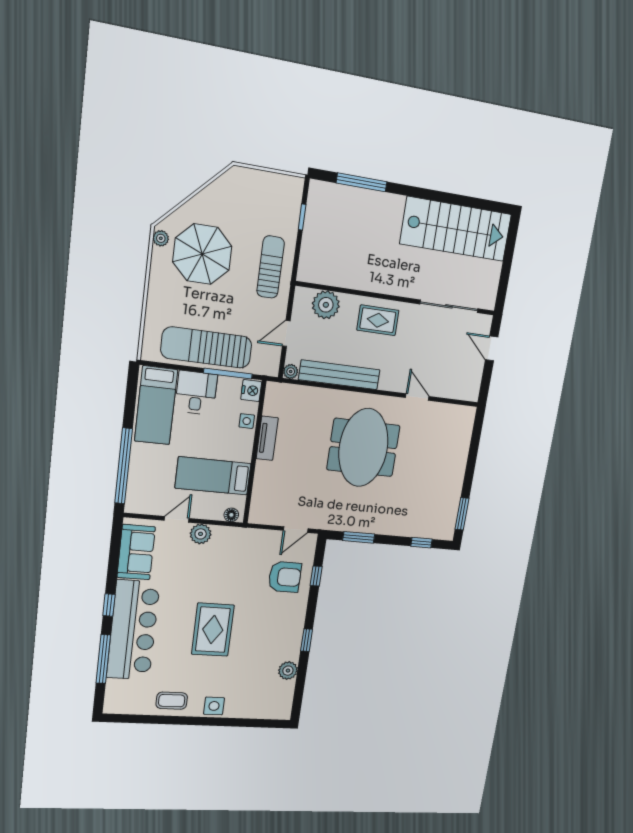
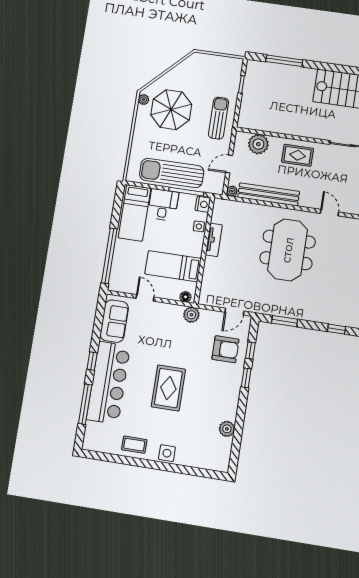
door: (177, 519) -> (145, 298), hinge flipped
plant: (201, 534) -> (191, 315), moved
window: (307, 640) -> (246, 378), moved

